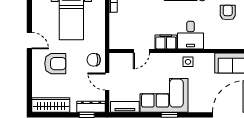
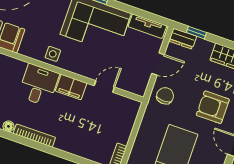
chair: (94, 60) -> (165, 96), turned -90
door: (107, 82) -> (158, 64), hinge flipped
dresser: (91, 107) -> (183, 39), width x0.70

